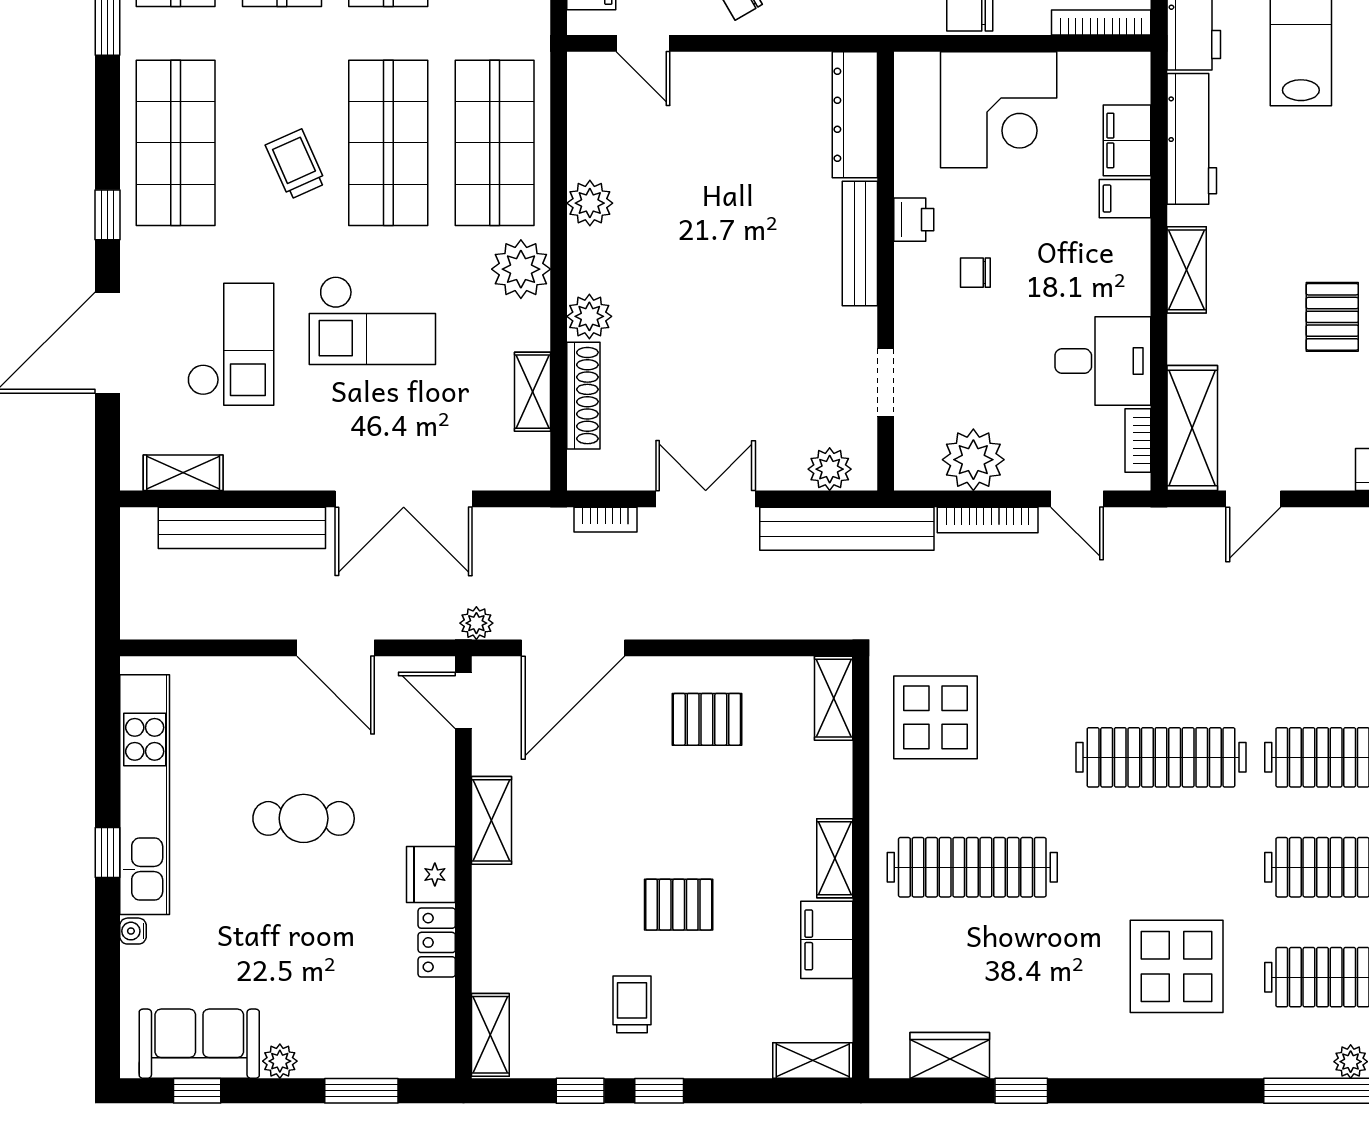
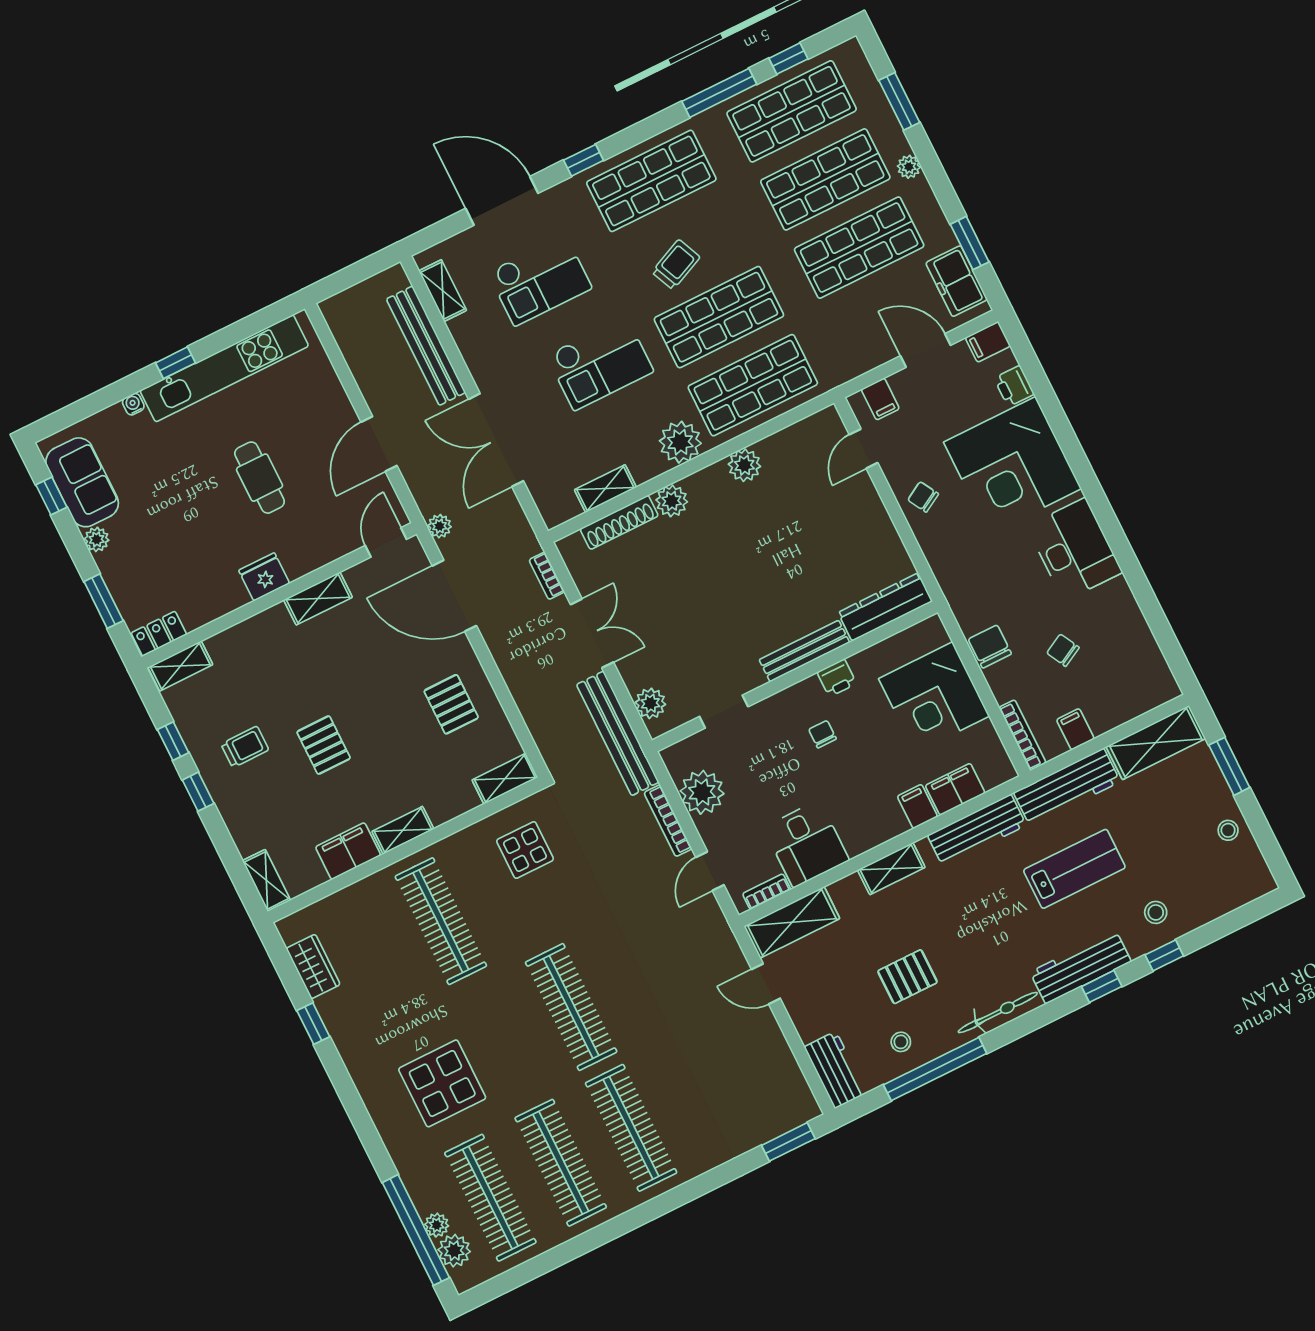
checkout: (372, 320) -> (600, 363), turned -90
display table: (935, 717) -> (525, 850), width x0.73, depth x0.73
locker: (437, 942) -> (159, 634), moved

